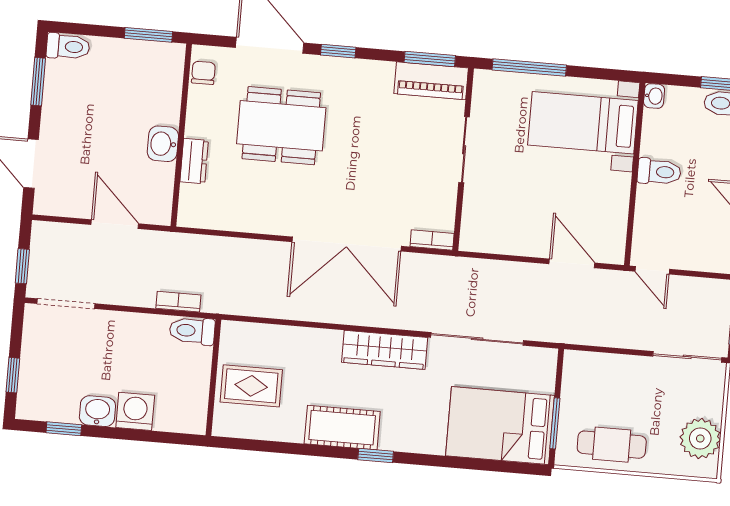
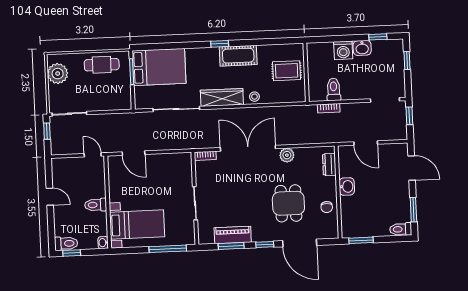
window: (430, 59) -> (231, 246), moved
chair: (203, 73) -> (327, 207), moved
piano: (431, 81) -> (233, 235), moved
dining table: (281, 126) -> (288, 203), width x0.73
dresser: (194, 161) -> (329, 164), moved
plant: (272, 221) -> (287, 155), added
toilet: (192, 331) -> (334, 89), moved, turned -90
stool: (321, 343) -> (254, 97), added

